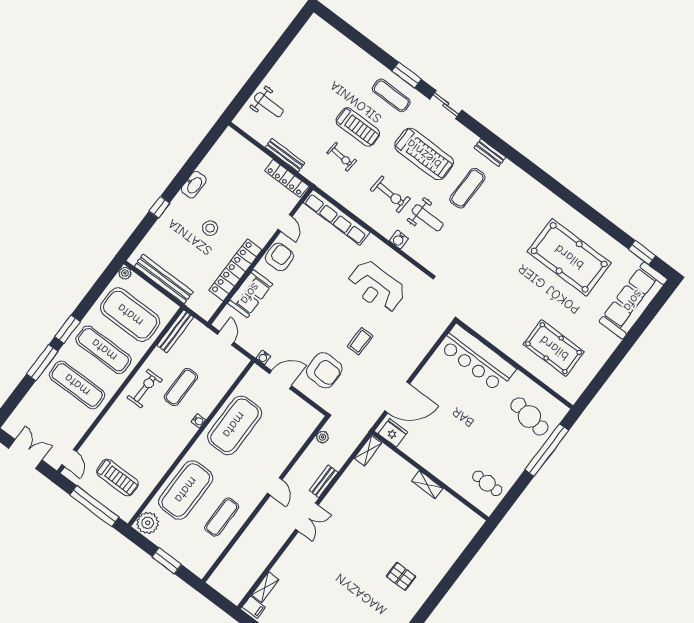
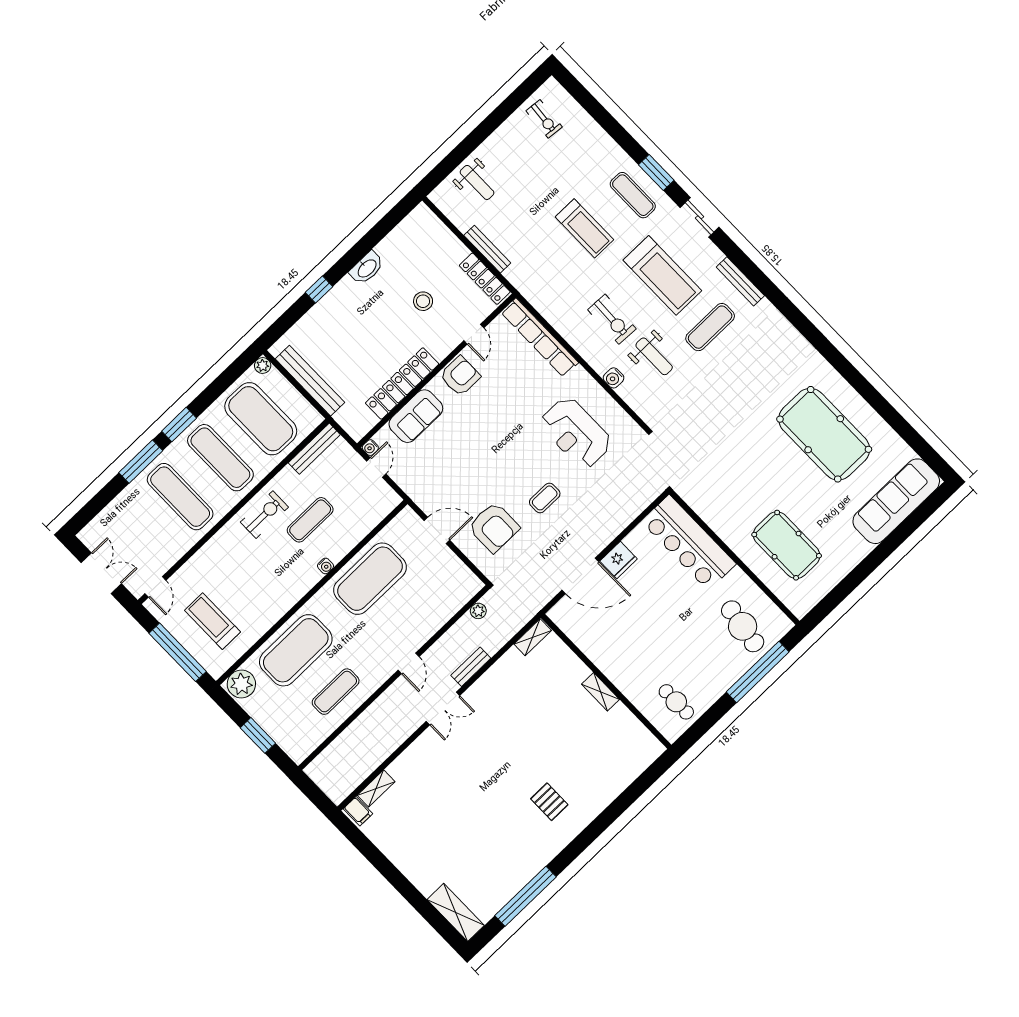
bench: (490, 153) -> (740, 281), width x1.36
exercise bike: (342, 157) -> (544, 119), moved
stool: (210, 228) -> (423, 301), moved
window: (642, 252) -> (917, 443), removed
water cooler: (263, 357) -> (370, 448), moved
fridge: (393, 433) -> (619, 560), moved, turned 90
treadmill: (117, 478) -> (212, 621), turned 180

